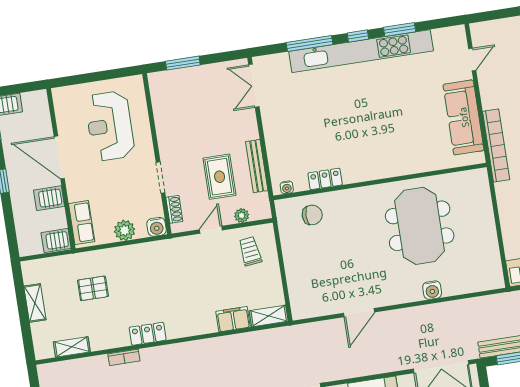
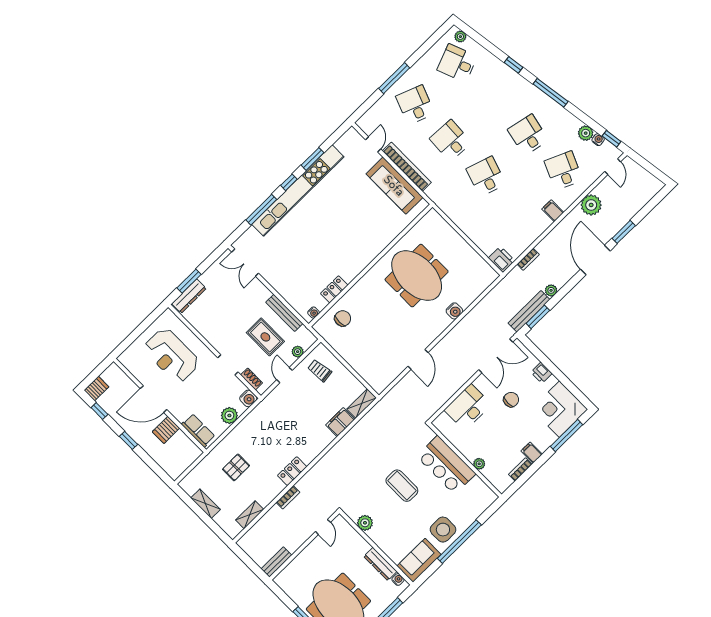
dresser: (172, 78) -> (189, 296), added
bookcase: (496, 146) -> (407, 167), moved
server rack: (56, 241) -> (190, 454), removed

